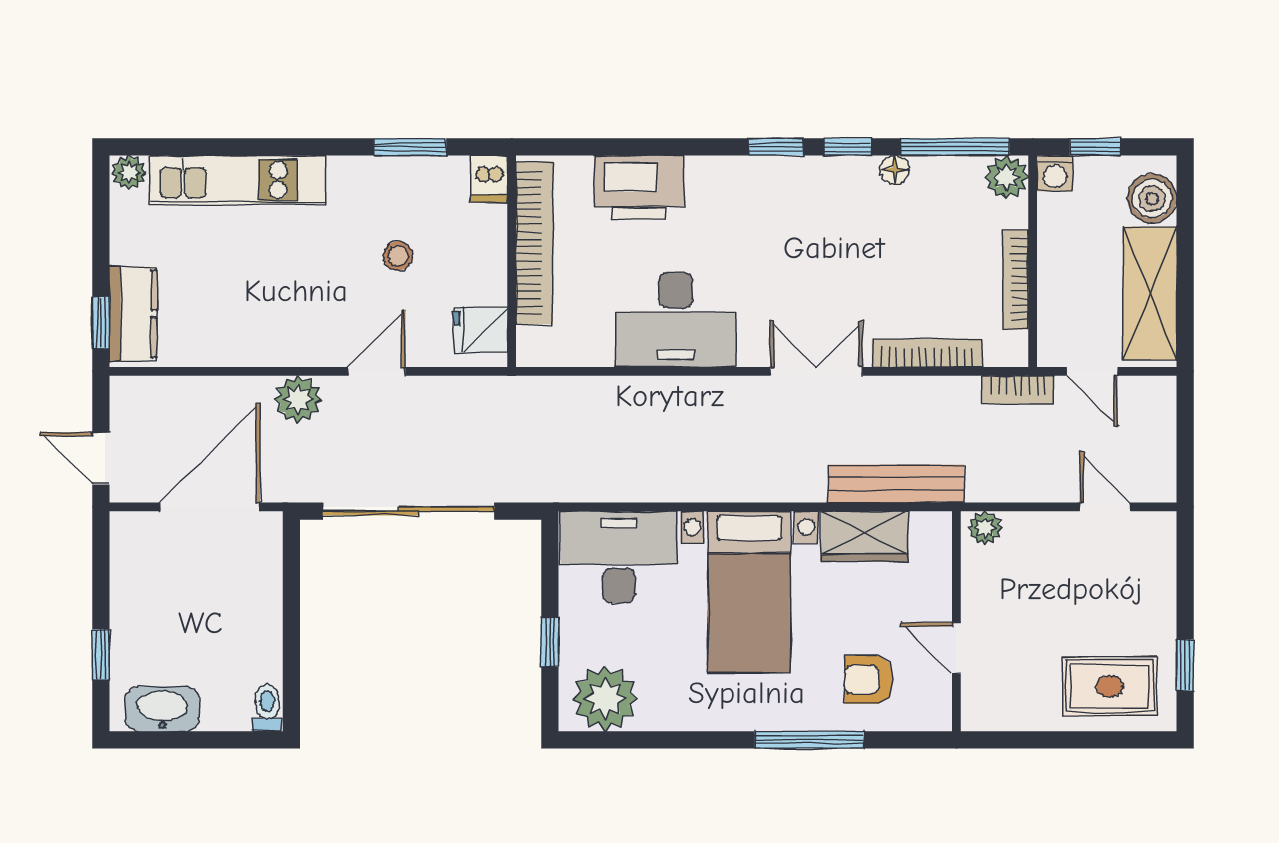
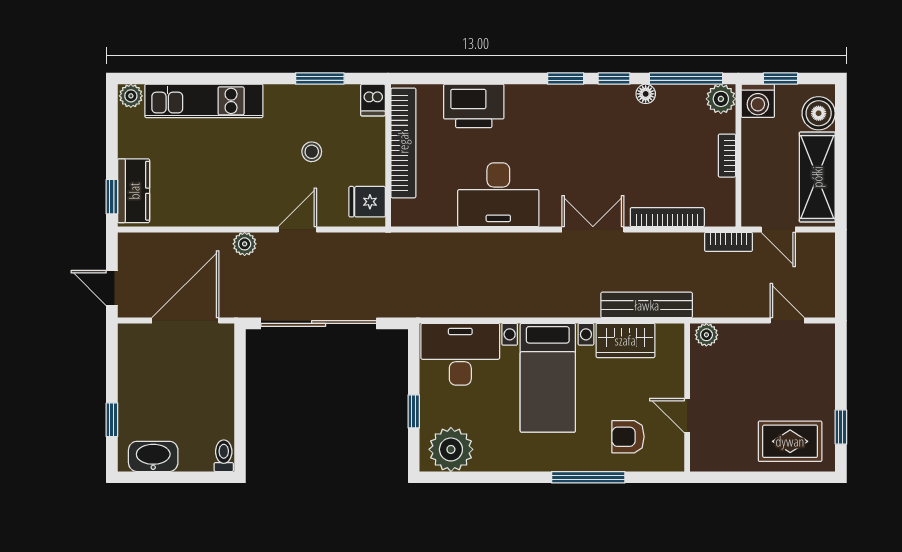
washing machine: (1055, 173) -> (758, 101), width x1.38, depth x1.38
bookcase: (1016, 279) -> (727, 156), width x0.64
plant: (298, 399) -> (245, 244), width x0.73, depth x0.73

